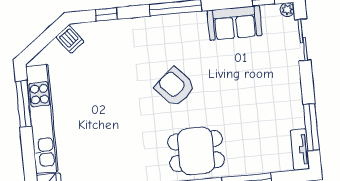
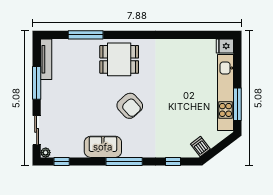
sofa: (235, 23) -> (103, 147), moved
window: (311, 127) -> (37, 83), moved
tv unit: (300, 150) -> (46, 59), width x1.41

